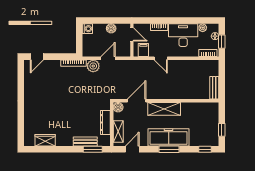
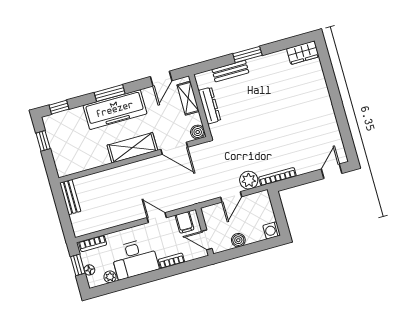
door: (137, 101) -> (174, 148), hinge flipped
wardrobe: (45, 140) -> (303, 53), moved
window: (93, 149) -> (247, 55), moved

